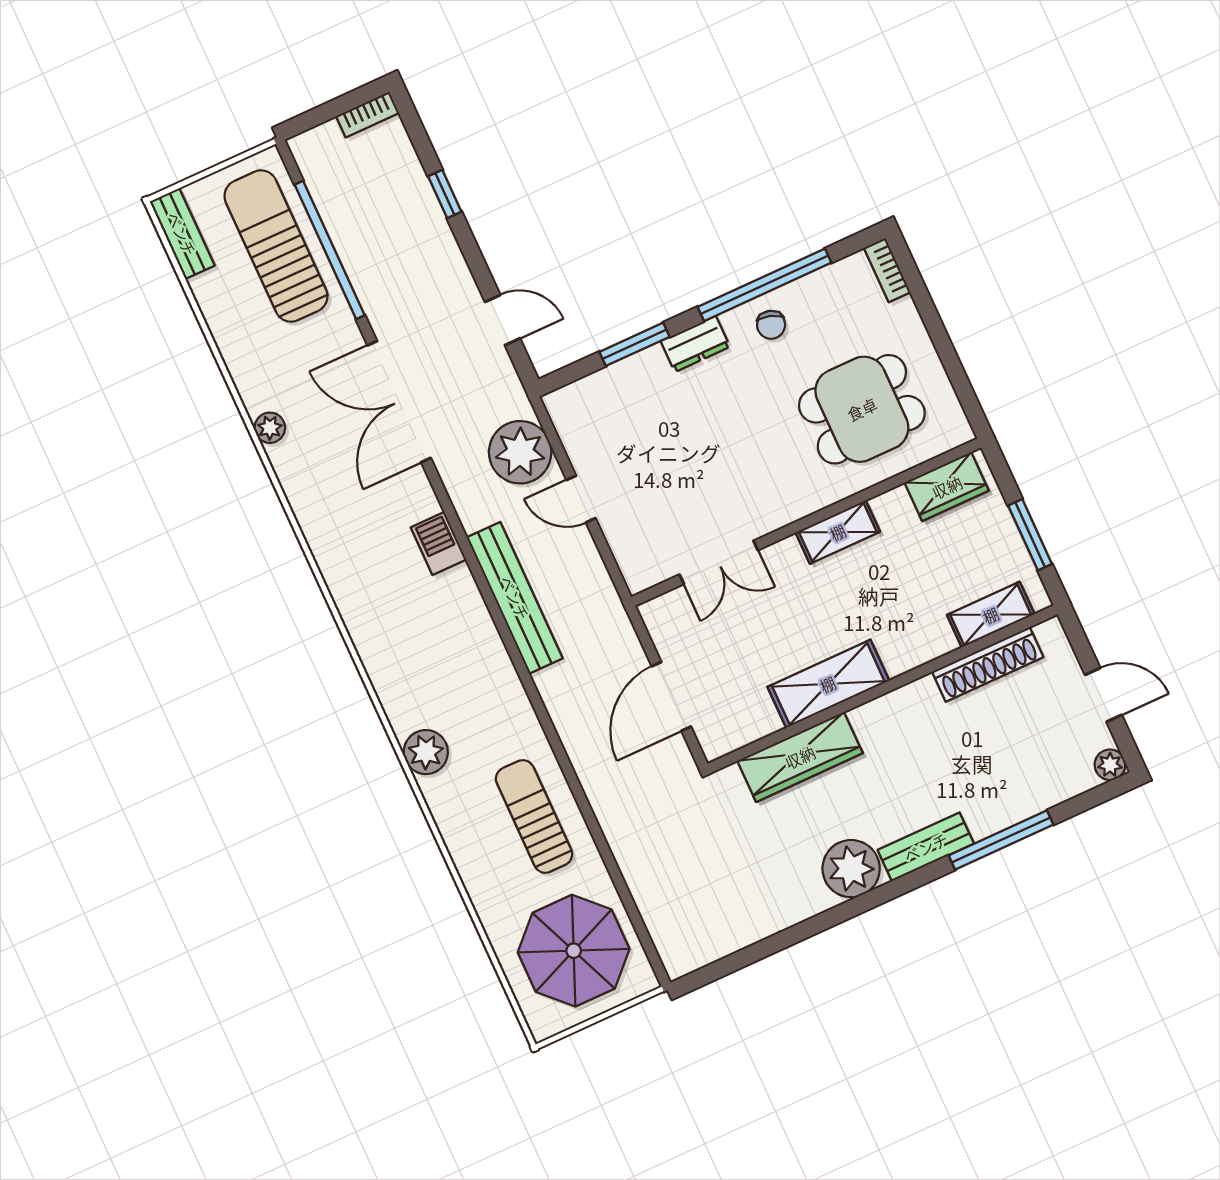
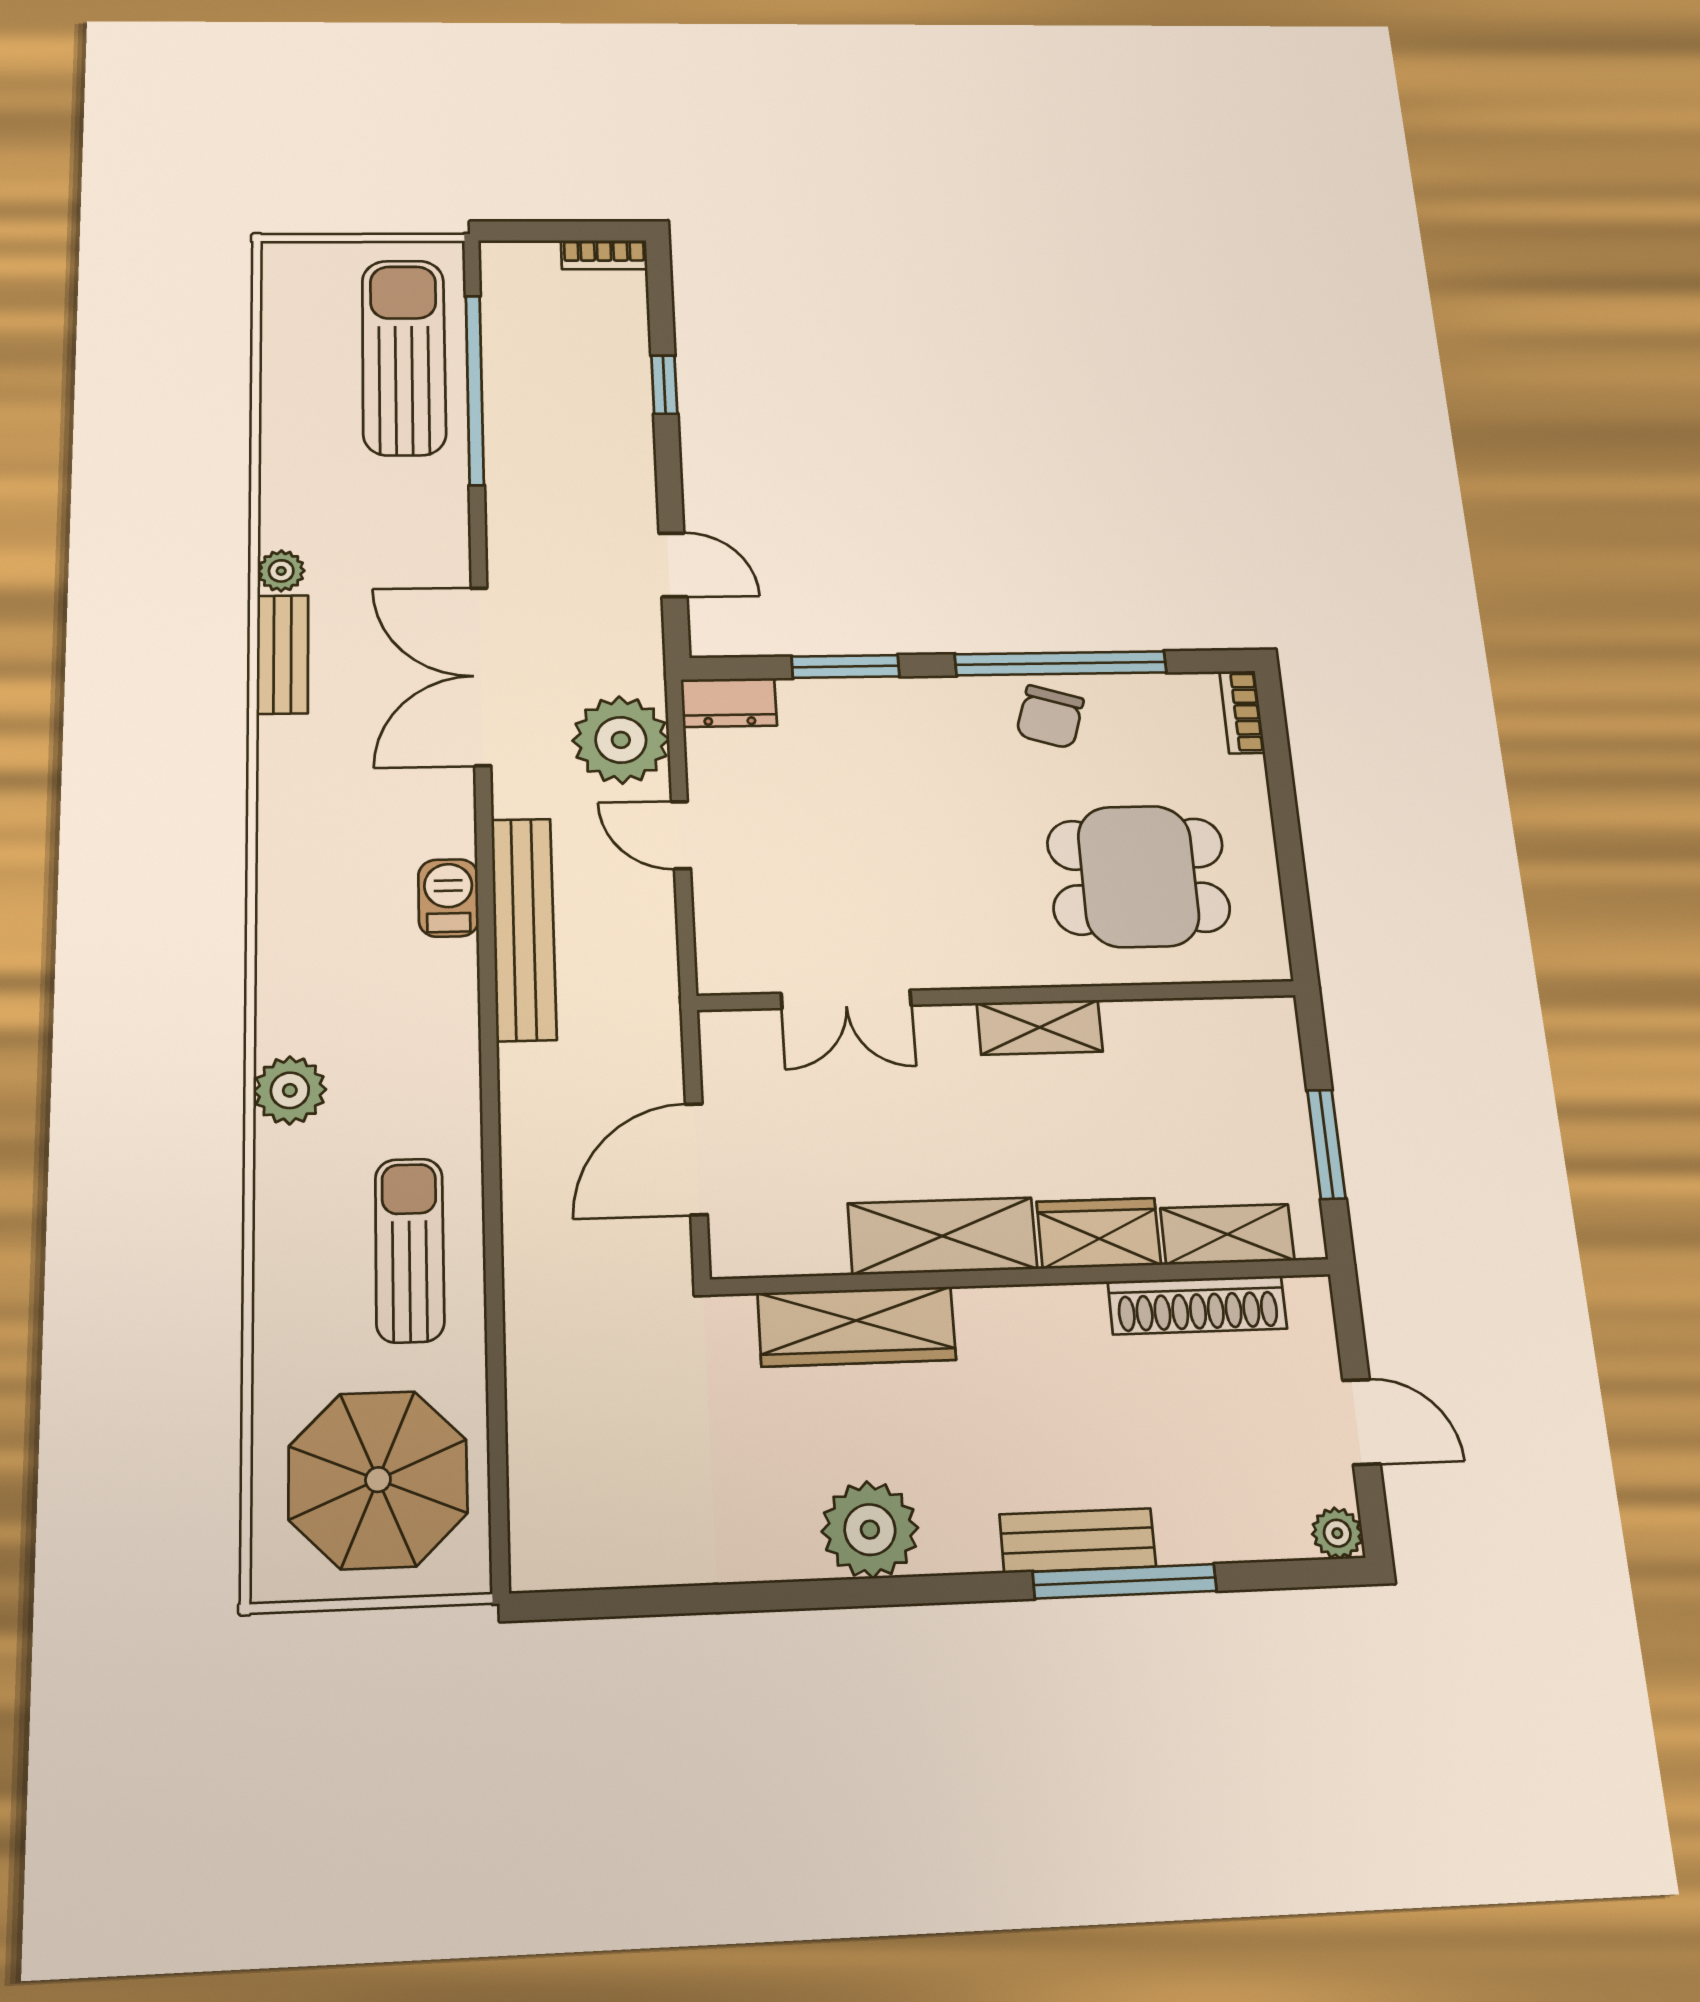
bench: (182, 234) -> (282, 654), moved
chair: (771, 325) -> (1050, 717), width x1.37, depth x1.37
dresser: (695, 344) -> (729, 703), moved
double door: (399, 402) -> (481, 676), moved
wardrobe: (947, 487) -> (1099, 1233), moved, turned 180
barbecue: (438, 544) -> (448, 898), moved
bench: (926, 847) -> (1078, 1540), moved

